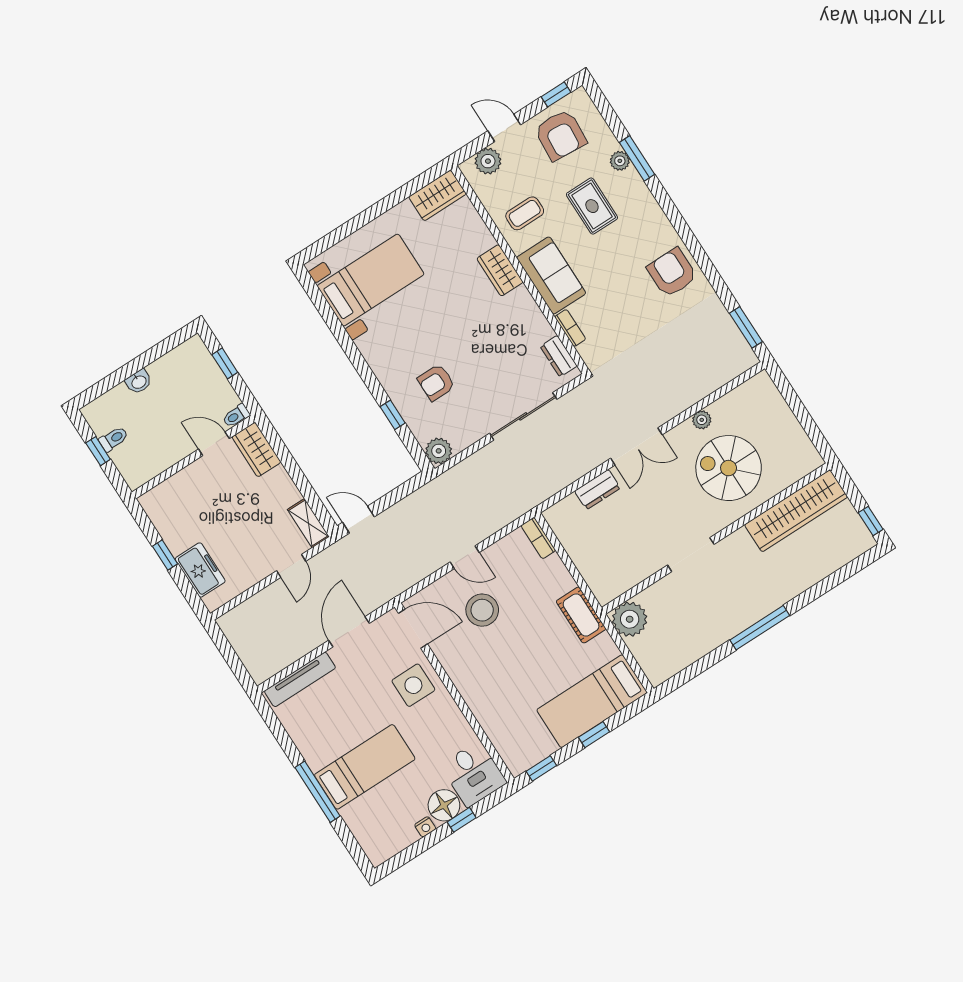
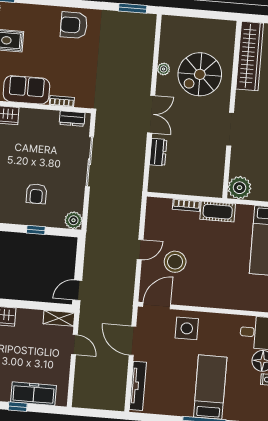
bookcase: (538, 538) -> (186, 205), moved
freezer: (200, 570) -> (33, 394), width x1.40

